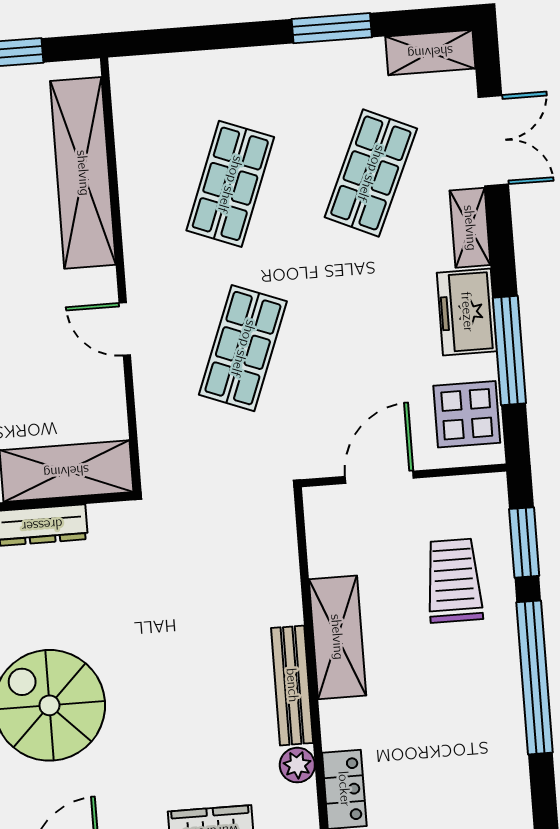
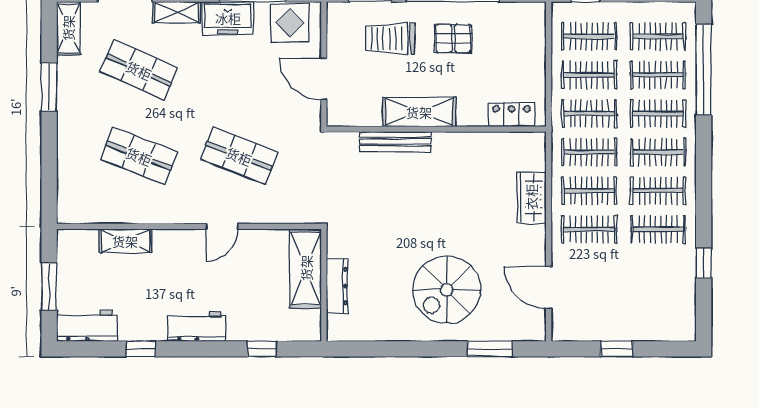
shelving: (83, 173) -> (125, 241), width x0.45, depth x0.75
pallet: (462, 684) -> (453, 38), added
bench: (292, 685) -> (395, 142), moved
plant: (297, 765) -> (495, 142), removed

